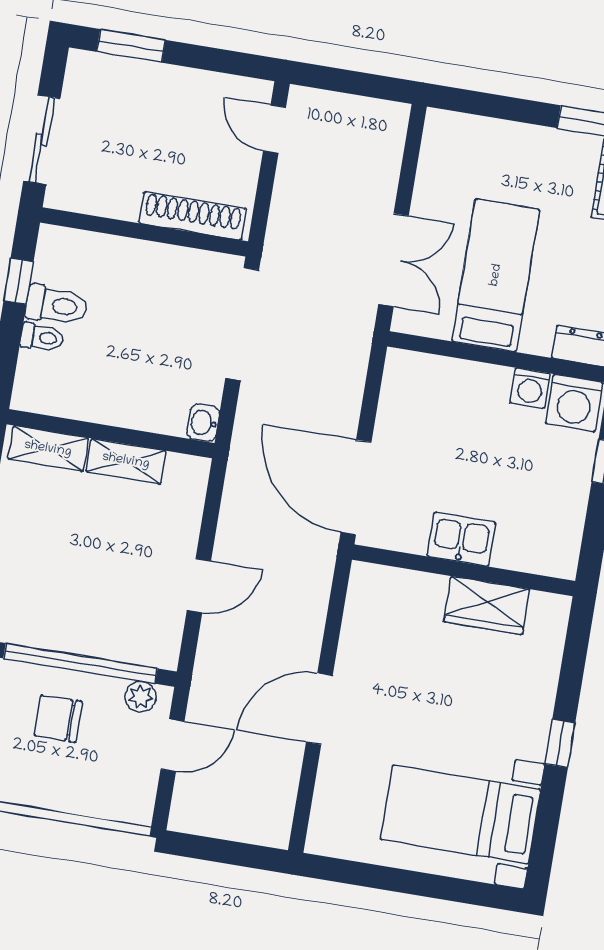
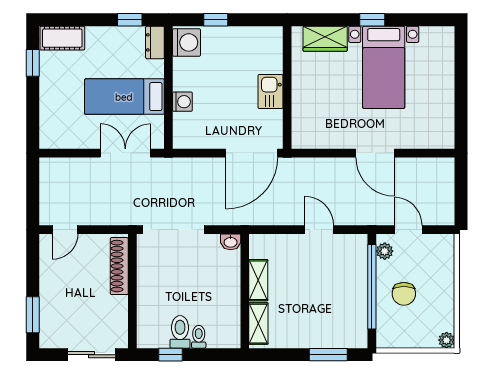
washing machine: (530, 388) -> (182, 102), moved
wardrobe: (487, 605) -> (325, 39), moved, turned 90
bed with nightstands: (460, 814) -> (384, 67), moved

